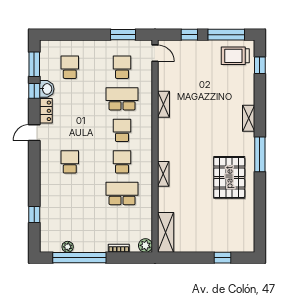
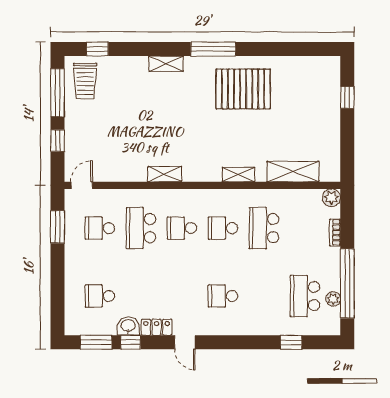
shelving: (164, 104) -> (165, 174), moved
school desk: (70, 225) -> (305, 296), added
shelving: (166, 232) -> (293, 171), moved

